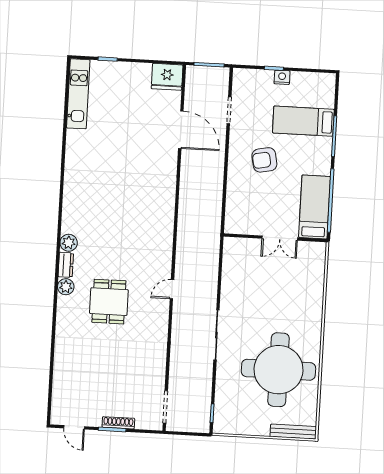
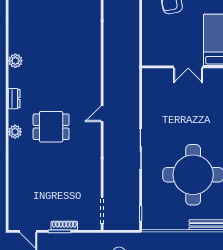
plant: (69, 243) -> (15, 61), moved
plant: (66, 287) -> (15, 132), moved
dining table: (109, 302) -> (51, 127), turned 90

